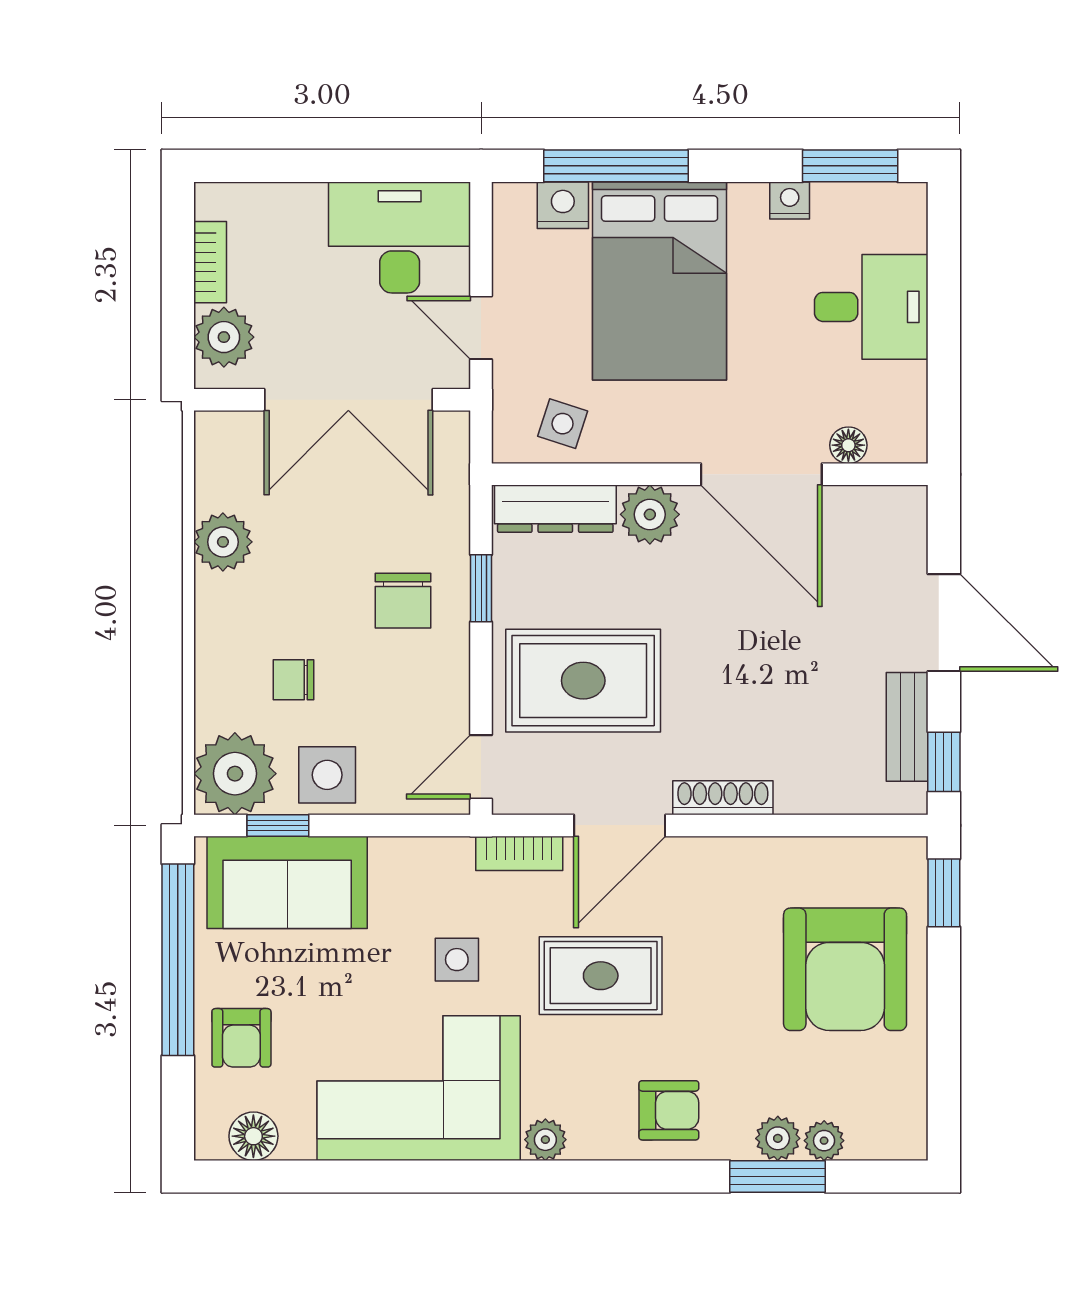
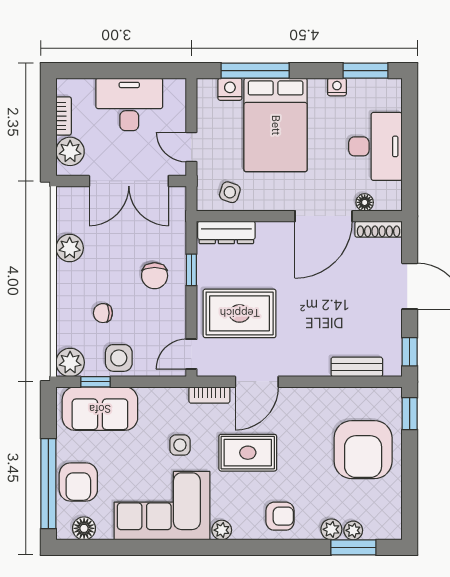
desk: (400, 237) -> (129, 104), moved
desk: (871, 307) -> (375, 146), width x1.37
door: (761, 474) -> (324, 216), hinge flipped
plant: (650, 514) -> (271, 235), removed
bench: (907, 727) -> (357, 367), moved, turned 90
plant: (235, 774) -> (70, 363), width x0.73, depth x0.73
shoe rack: (723, 798) -> (379, 229), moved, turned 180
window: (178, 960) -> (48, 484), moved
armchair: (241, 1038) -> (78, 482), width x1.38, depth x1.38
window: (778, 1176) -> (353, 547), moved

